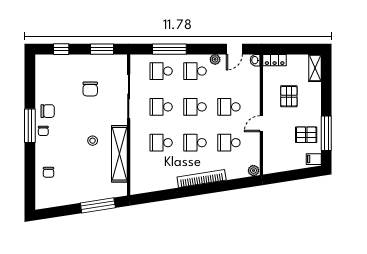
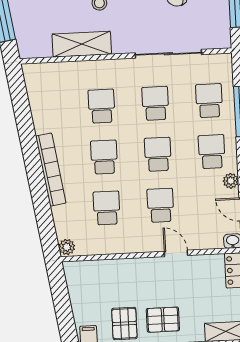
pallet: (289, 96) -> (163, 320), moved
door: (261, 124) -> (176, 253), moved
shelving: (119, 154) -> (82, 44), width x0.68

